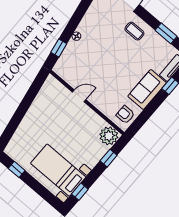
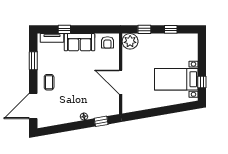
door: (79, 96) -> (121, 82), width x1.88
bed with nightstands: (58, 170) -> (176, 79), moved, turned 90
window: (80, 192) -> (171, 29), moved

